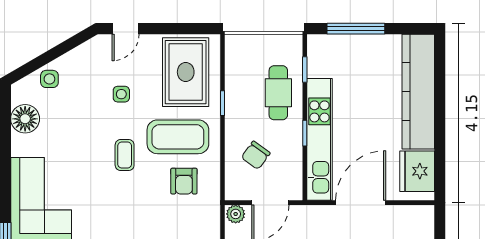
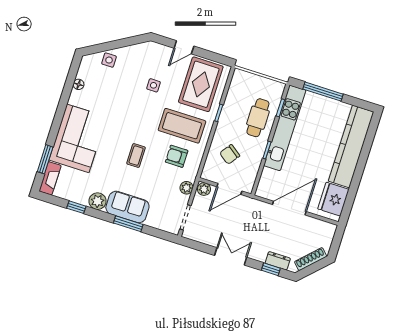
door: (126, 29) -> (184, 47), moved
floor lamp: (25, 119) -> (79, 84), width x0.53, depth x0.53
kitchen unit: (319, 139) -> (285, 128), moved
coffee table: (125, 155) -> (136, 156), moved
armchair: (184, 181) -> (177, 156), turned 90
plant: (211, 220) -> (186, 188), added

